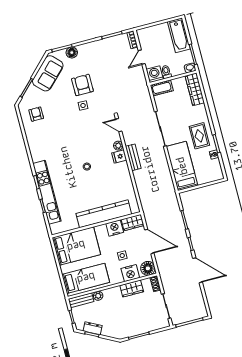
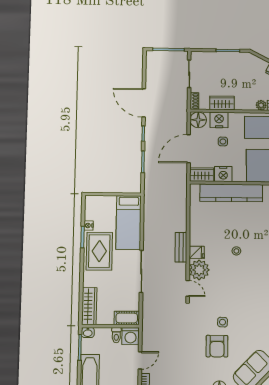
rug: (199, 136) -> (99, 251), width x1.36, depth x1.43
plant: (118, 146) -> (199, 270), width x1.87, depth x1.87
door: (149, 241) -> (189, 149), hinge flipped

